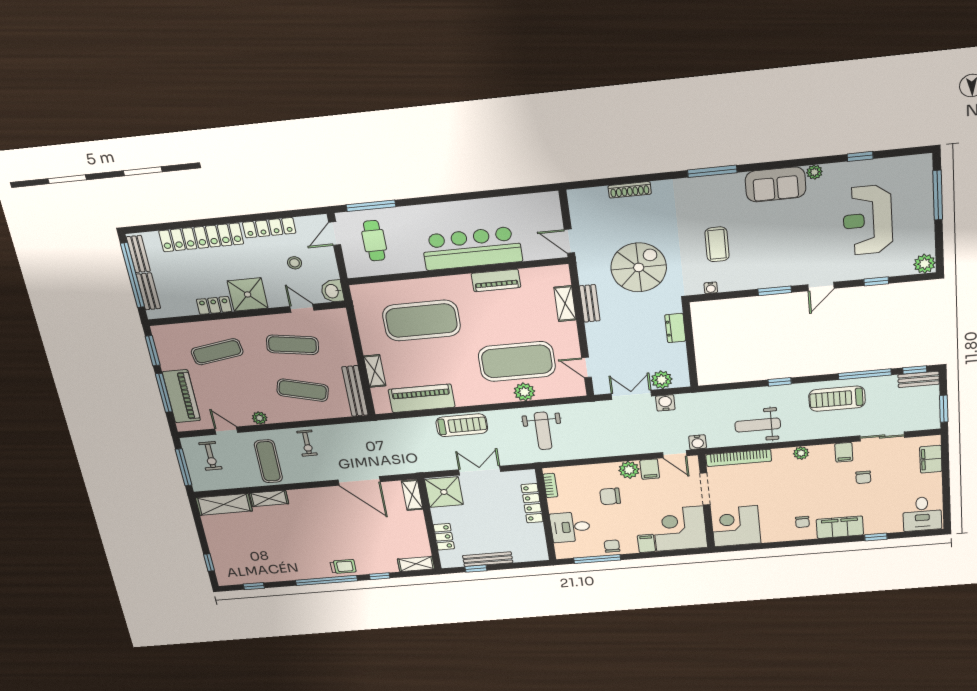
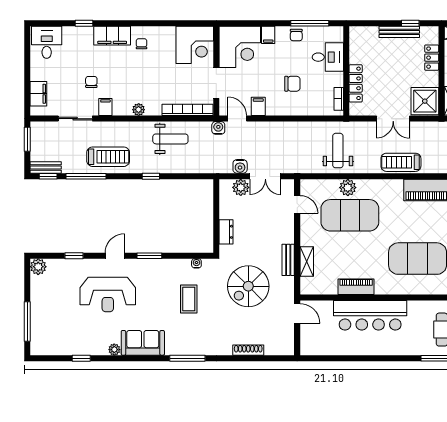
reception desk: (868, 220) -> (108, 295), moved, turned 90
plant: (629, 470) -> (275, 107), removed

